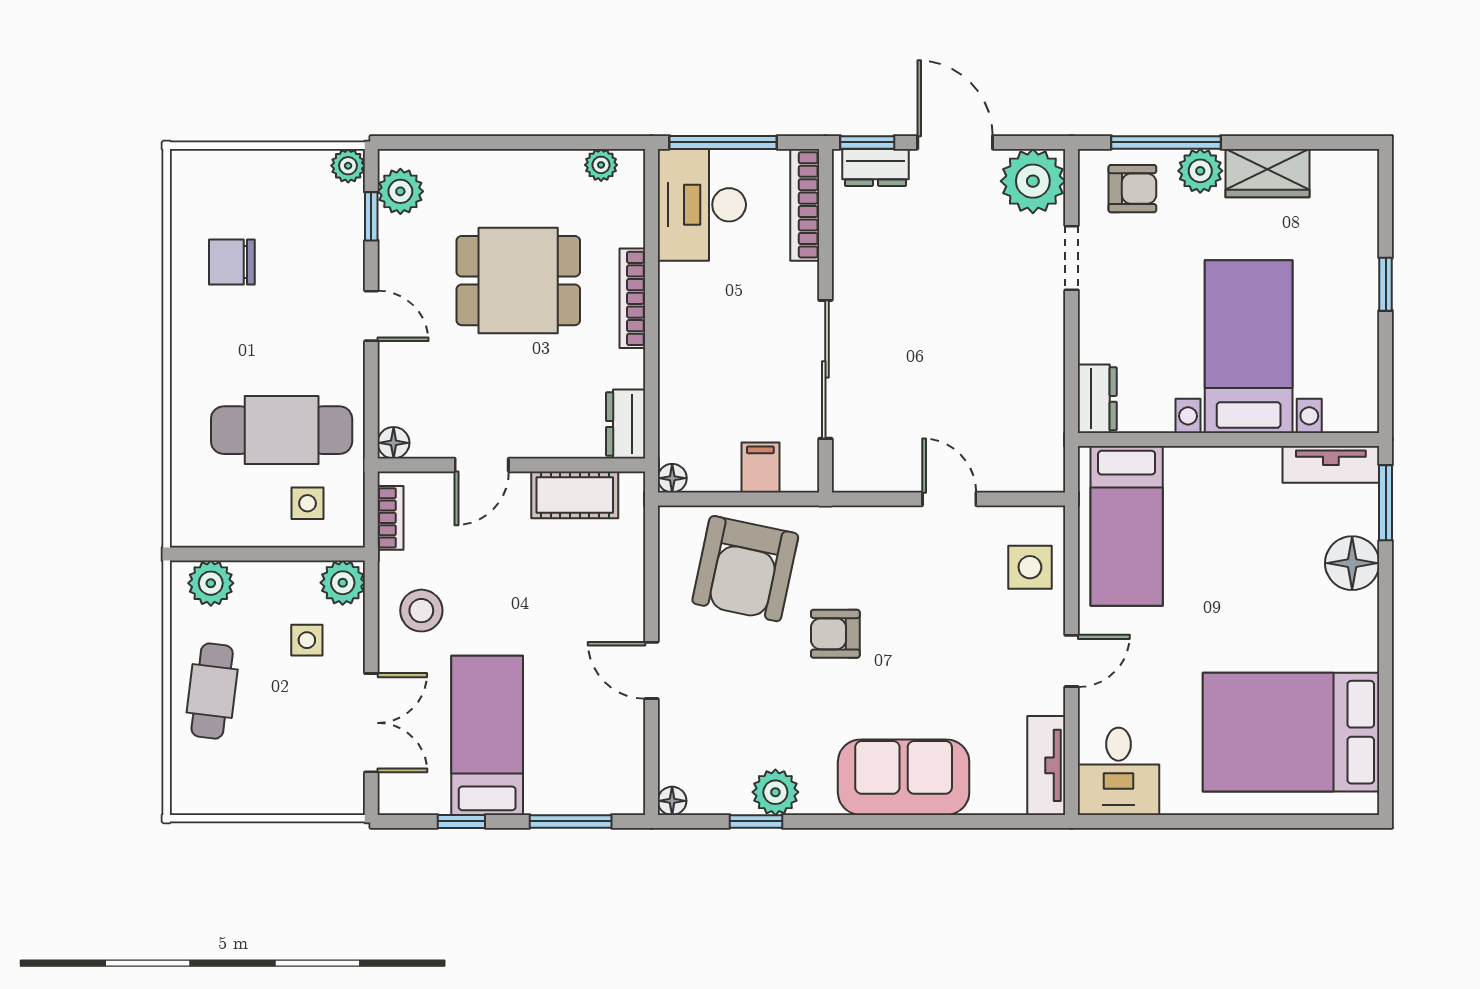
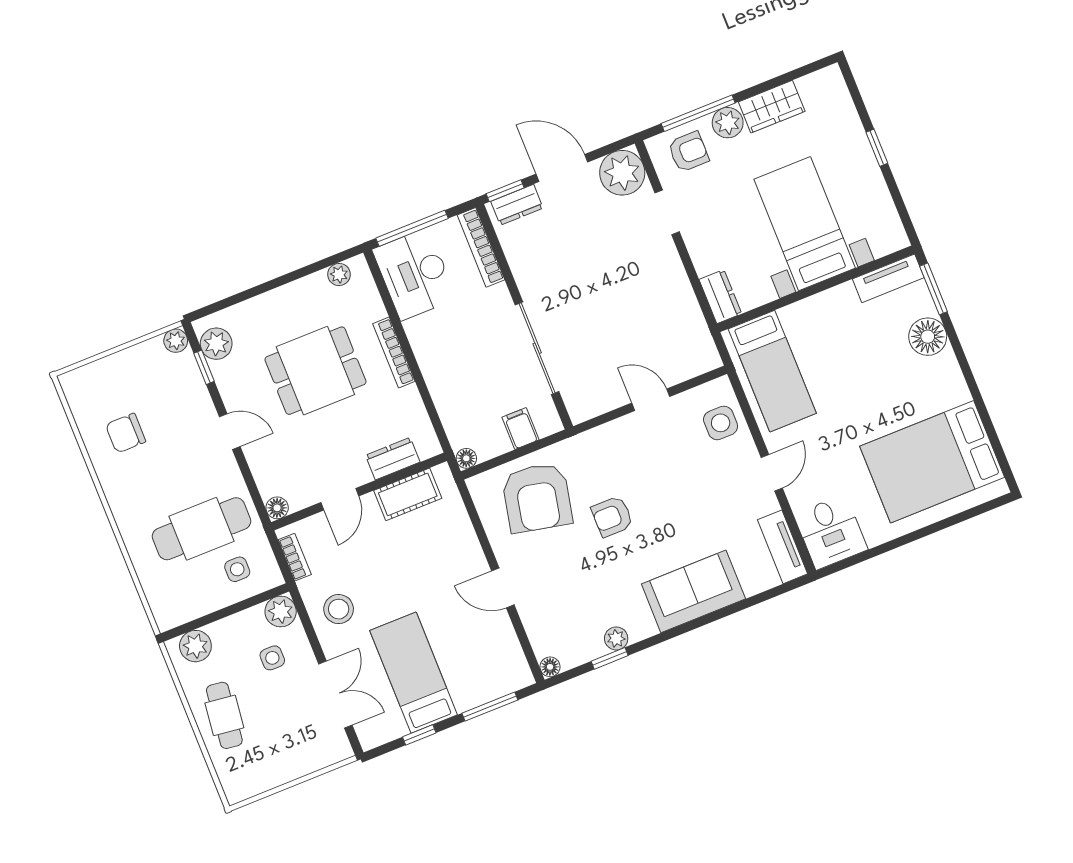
dresser: (626, 424) -> (393, 459), moved, turned 90
plant: (775, 792) -> (616, 638), width x0.73, depth x0.73

